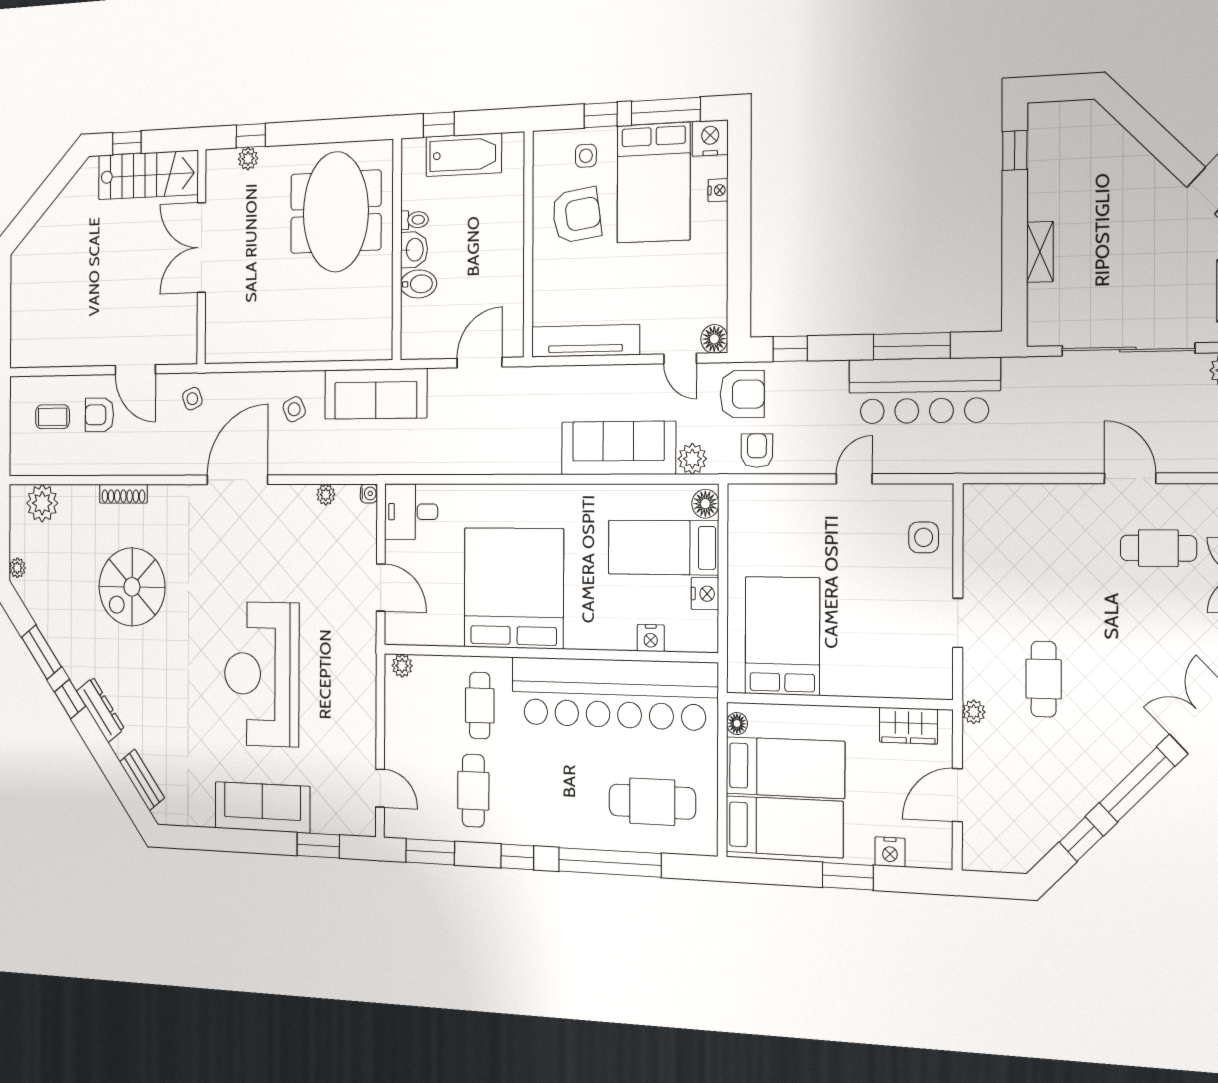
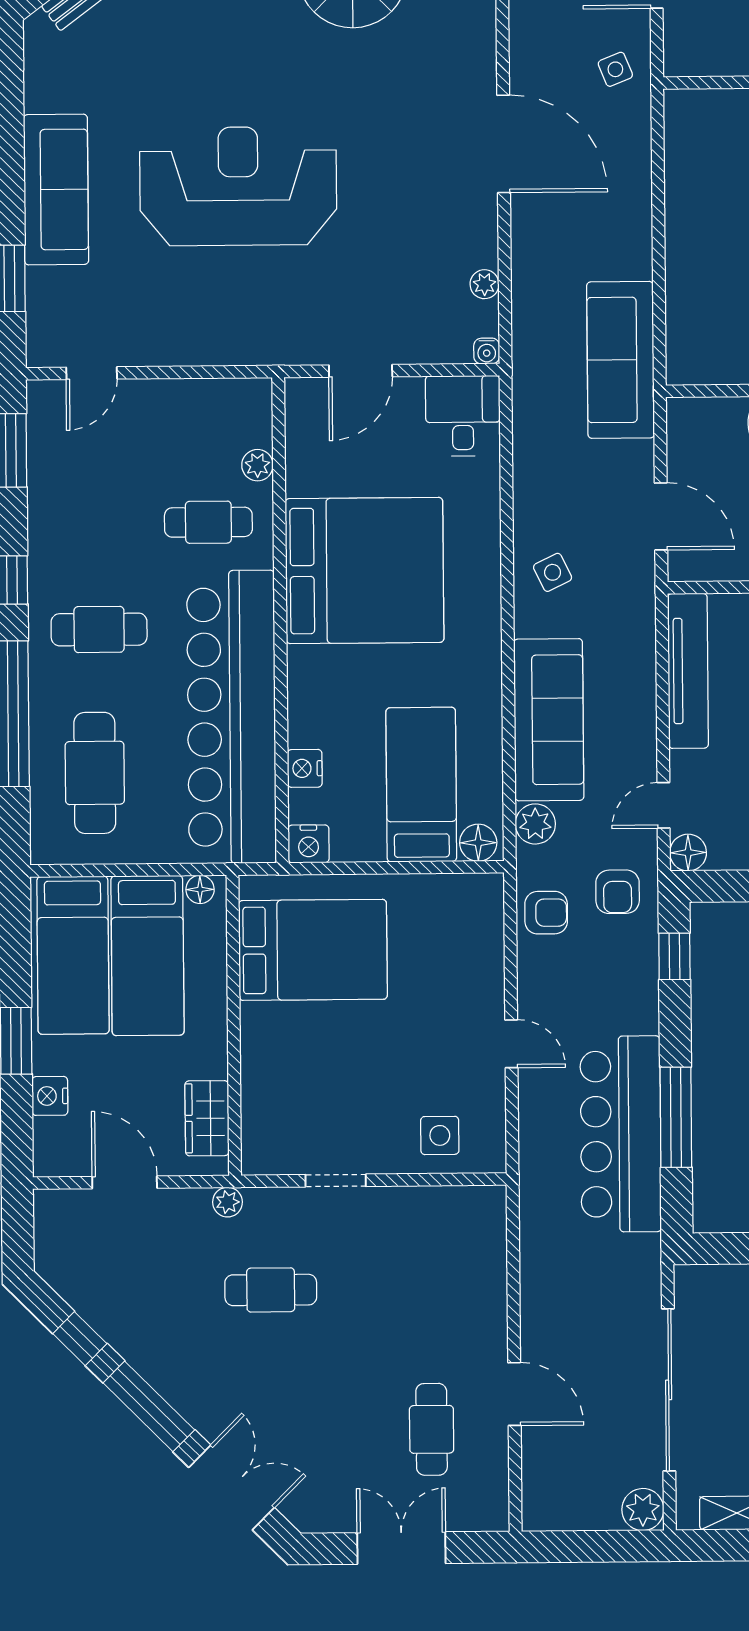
armchair: (742, 394) -> (618, 892), width x0.72, depth x0.72
side table: (294, 409) -> (553, 572), moved
door: (1130, 478) -> (514, 1394), hinge flipped
nightstand: (705, 594) -> (309, 844), moved
plant: (402, 666) -> (257, 465), moved
cafe table: (473, 791) -> (99, 629), moved

